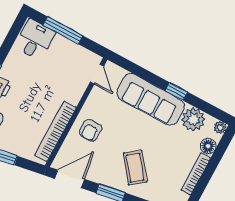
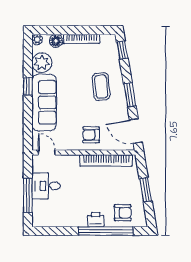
desk: (35, 40) -> (46, 186), moved
door: (97, 74) -> (47, 152), hinge flipped
armchair: (91, 130) -> (91, 135), turned 180
coffee table: (135, 168) -> (101, 87), turned -58

